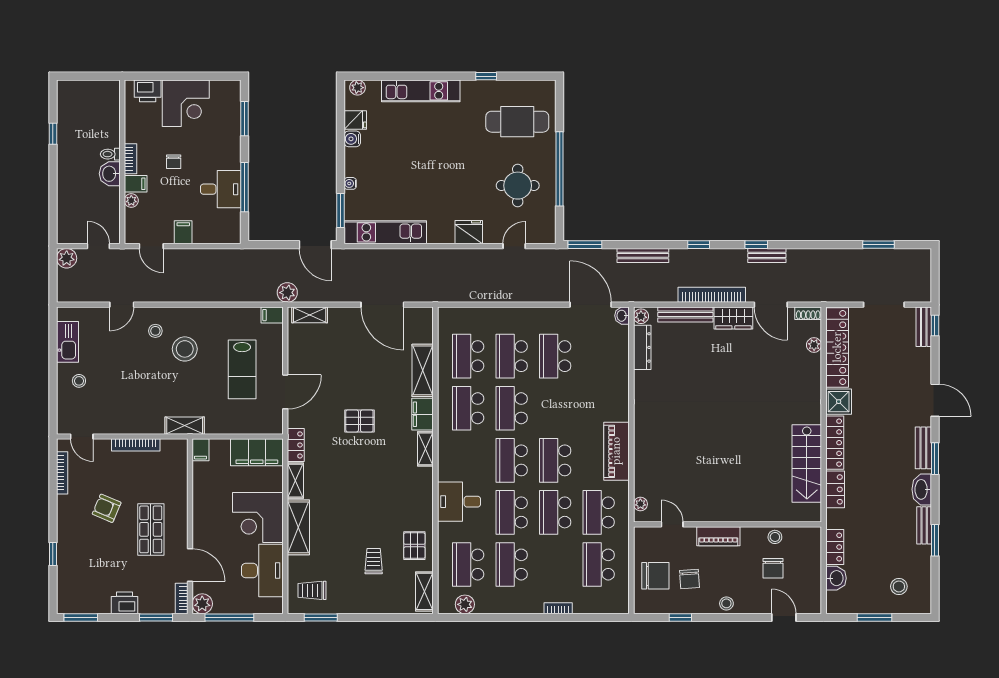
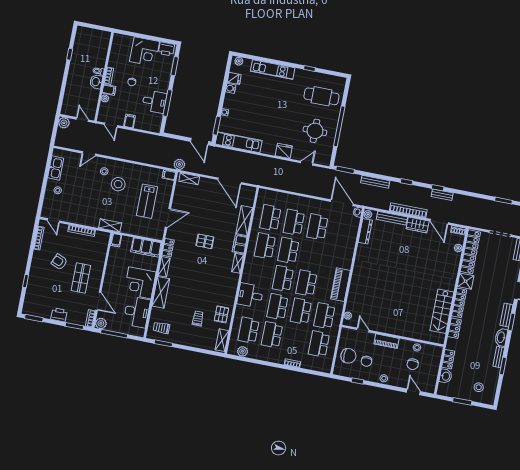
printer: (148, 91) -> (166, 49), moved

